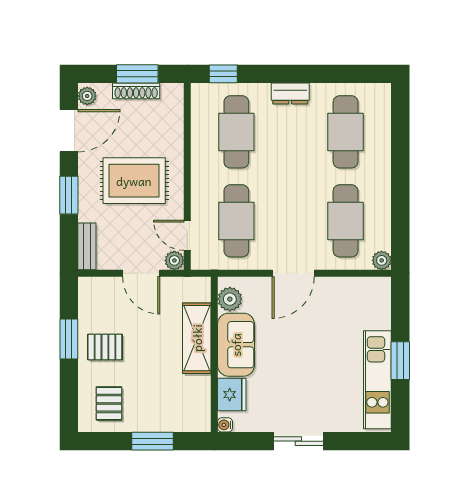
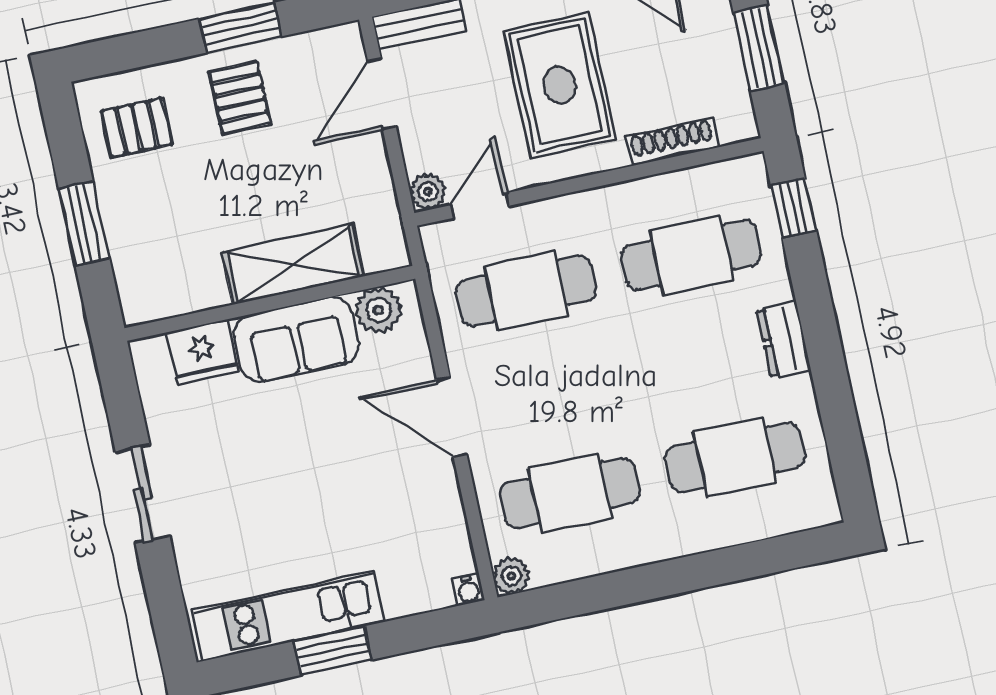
shoe rack: (136, 91) -> (672, 142), moved, turned 90
door: (141, 273) -> (382, 94), moved
water cooler: (225, 425) -> (468, 590), moved, turned 180

